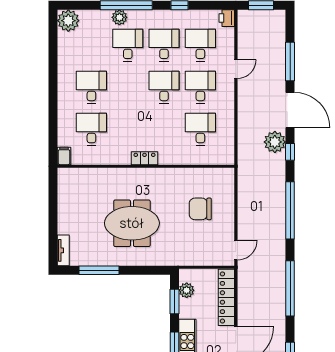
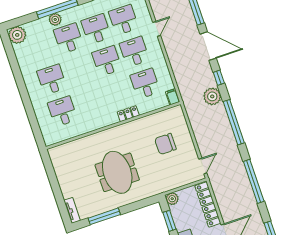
plant: (275, 142) -> (212, 96), moved
filing cabinet: (64, 156) -> (173, 97), moved
locker: (144, 158) -> (128, 114), moved
meeting table: (132, 223) -> (117, 172), turned 90
plant: (187, 290) -> (172, 199), moved

